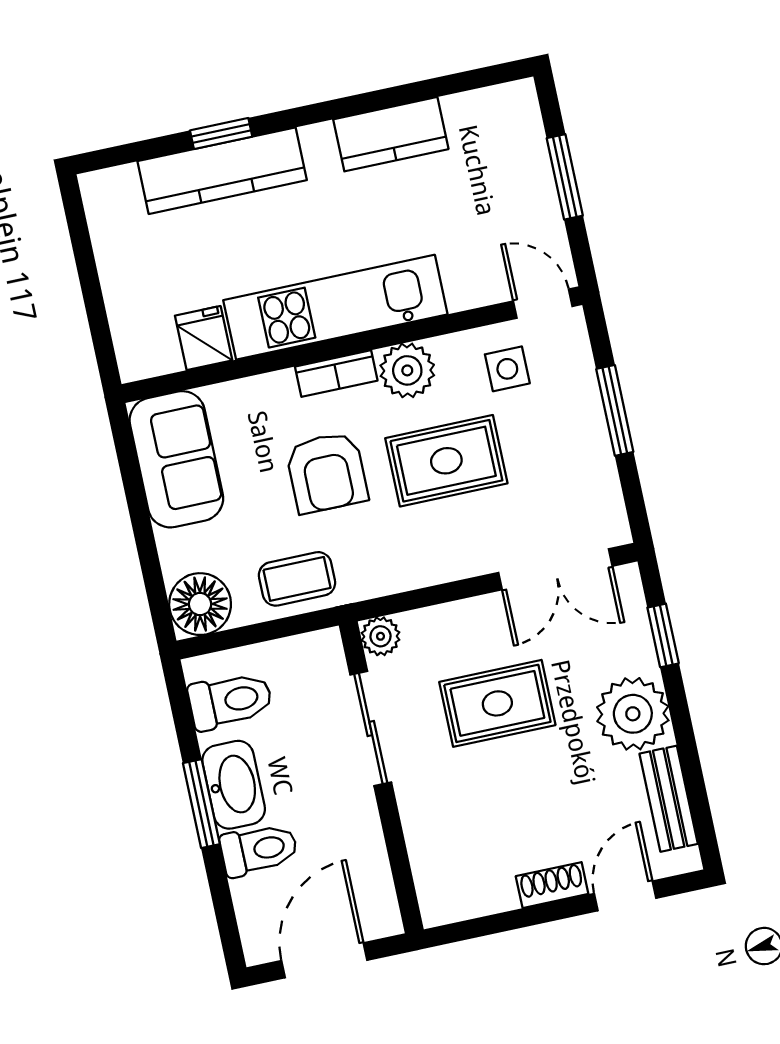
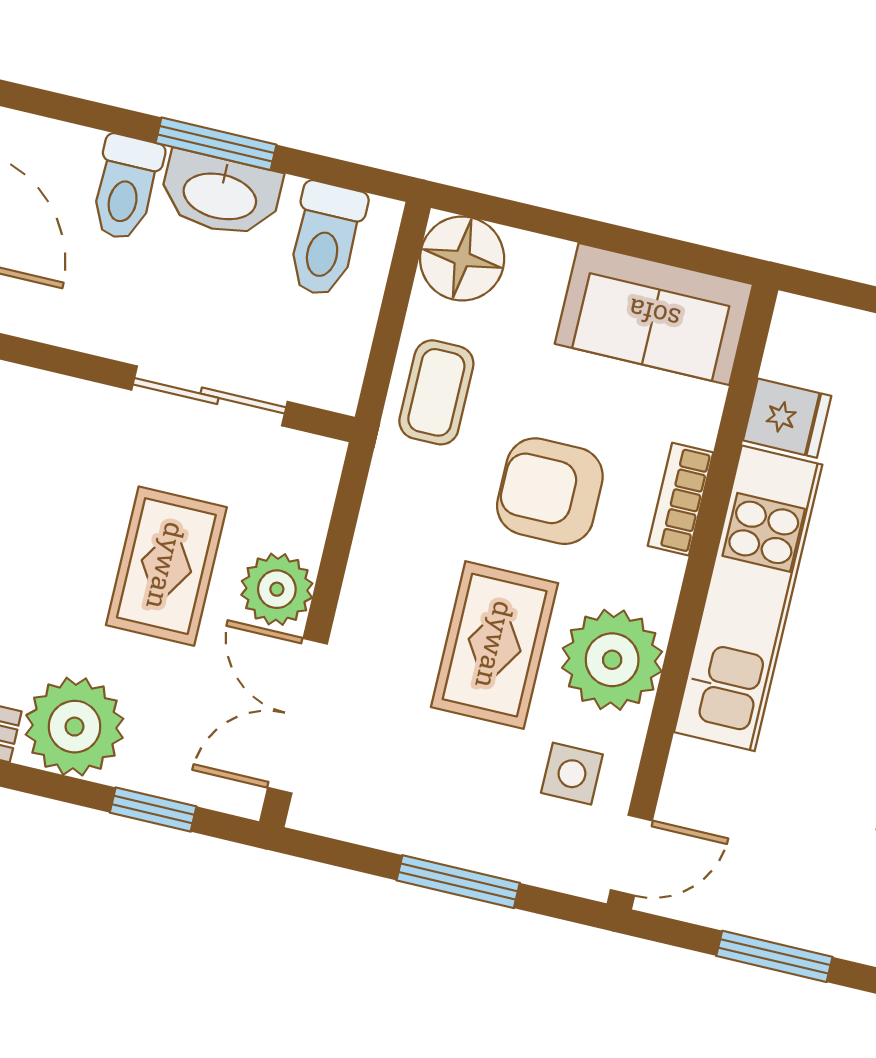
plant: (407, 370) -> (612, 660), width x1.36, depth x1.36
bookcase: (336, 374) -> (681, 499), moved
plant: (380, 636) -> (277, 589), moved, width x1.38, depth x1.38

